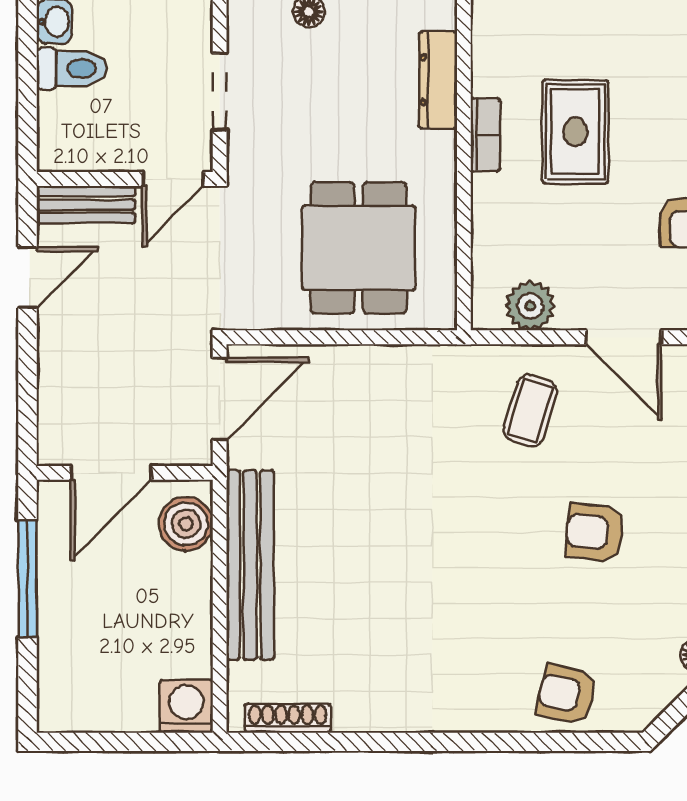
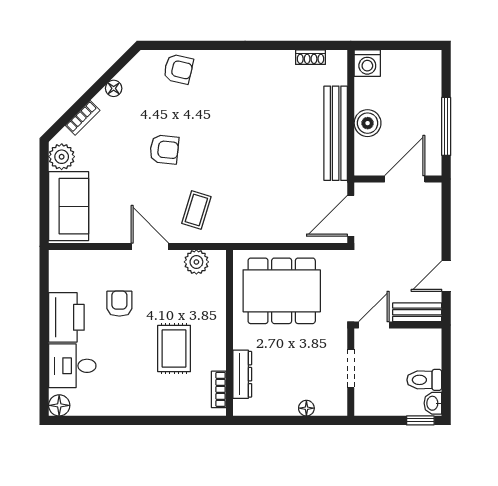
bookcase: (485, 135) -> (219, 389), moved
dining table: (359, 248) -> (282, 291), width x1.38
boiler: (186, 524) -> (368, 123), moved
shoe rack: (288, 718) -> (311, 57), width x0.70

